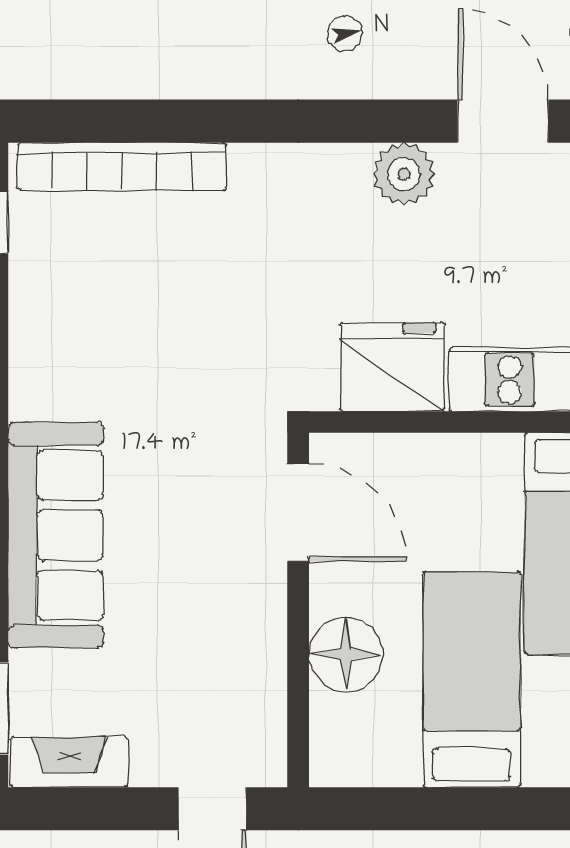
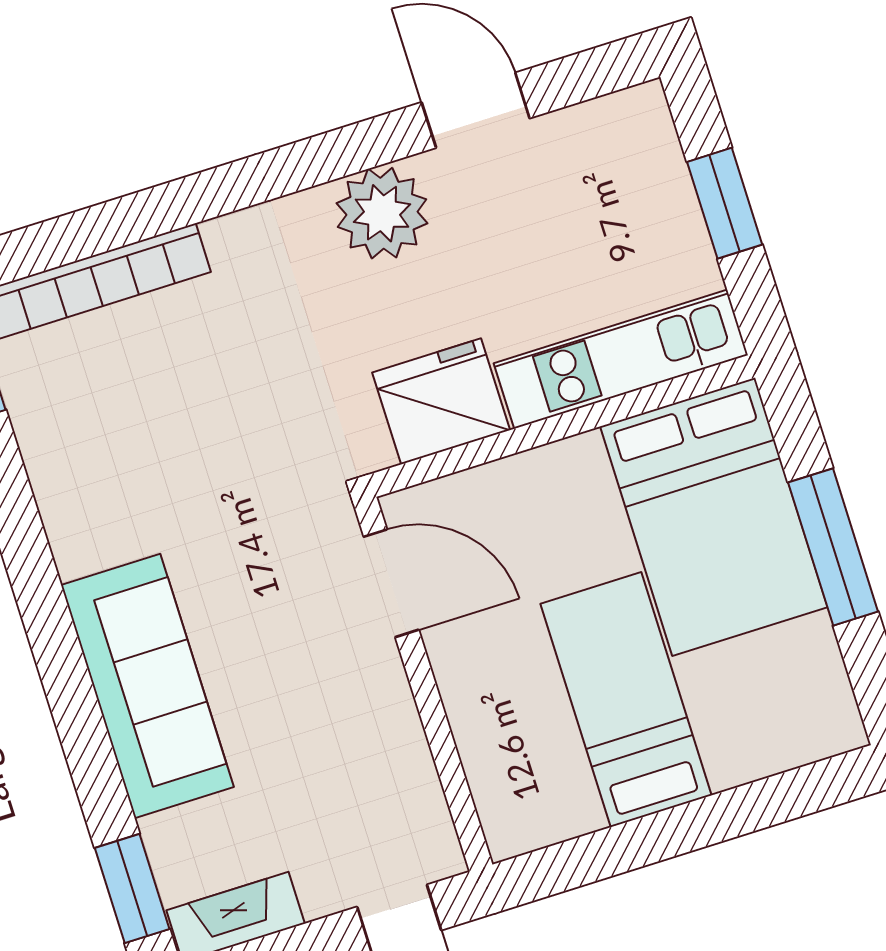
plant: (404, 174) -> (382, 213), width x1.36, depth x1.36
floor lamp: (346, 654) -> (487, 715), removed

